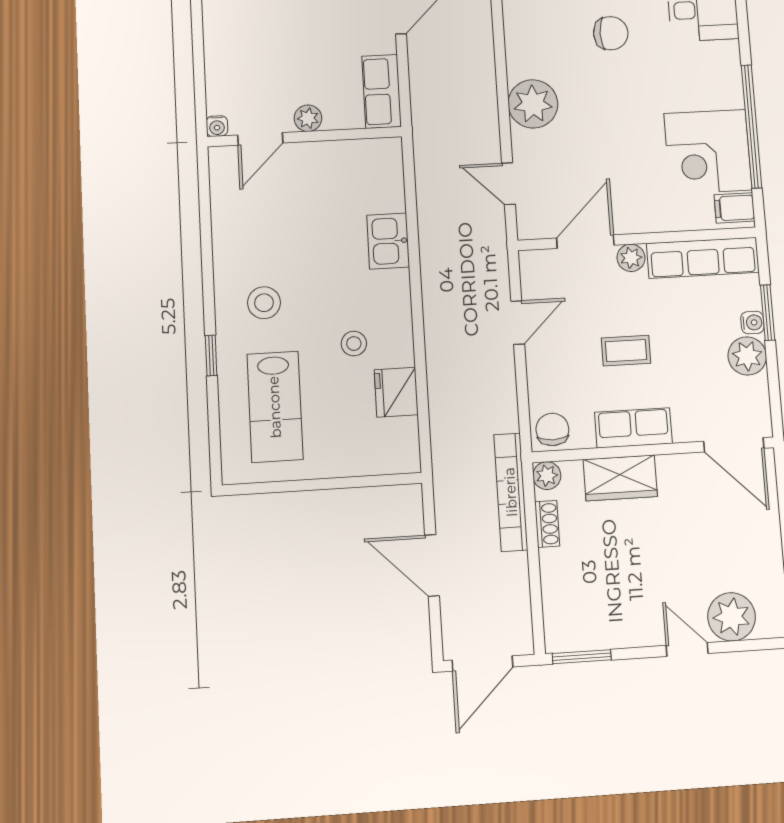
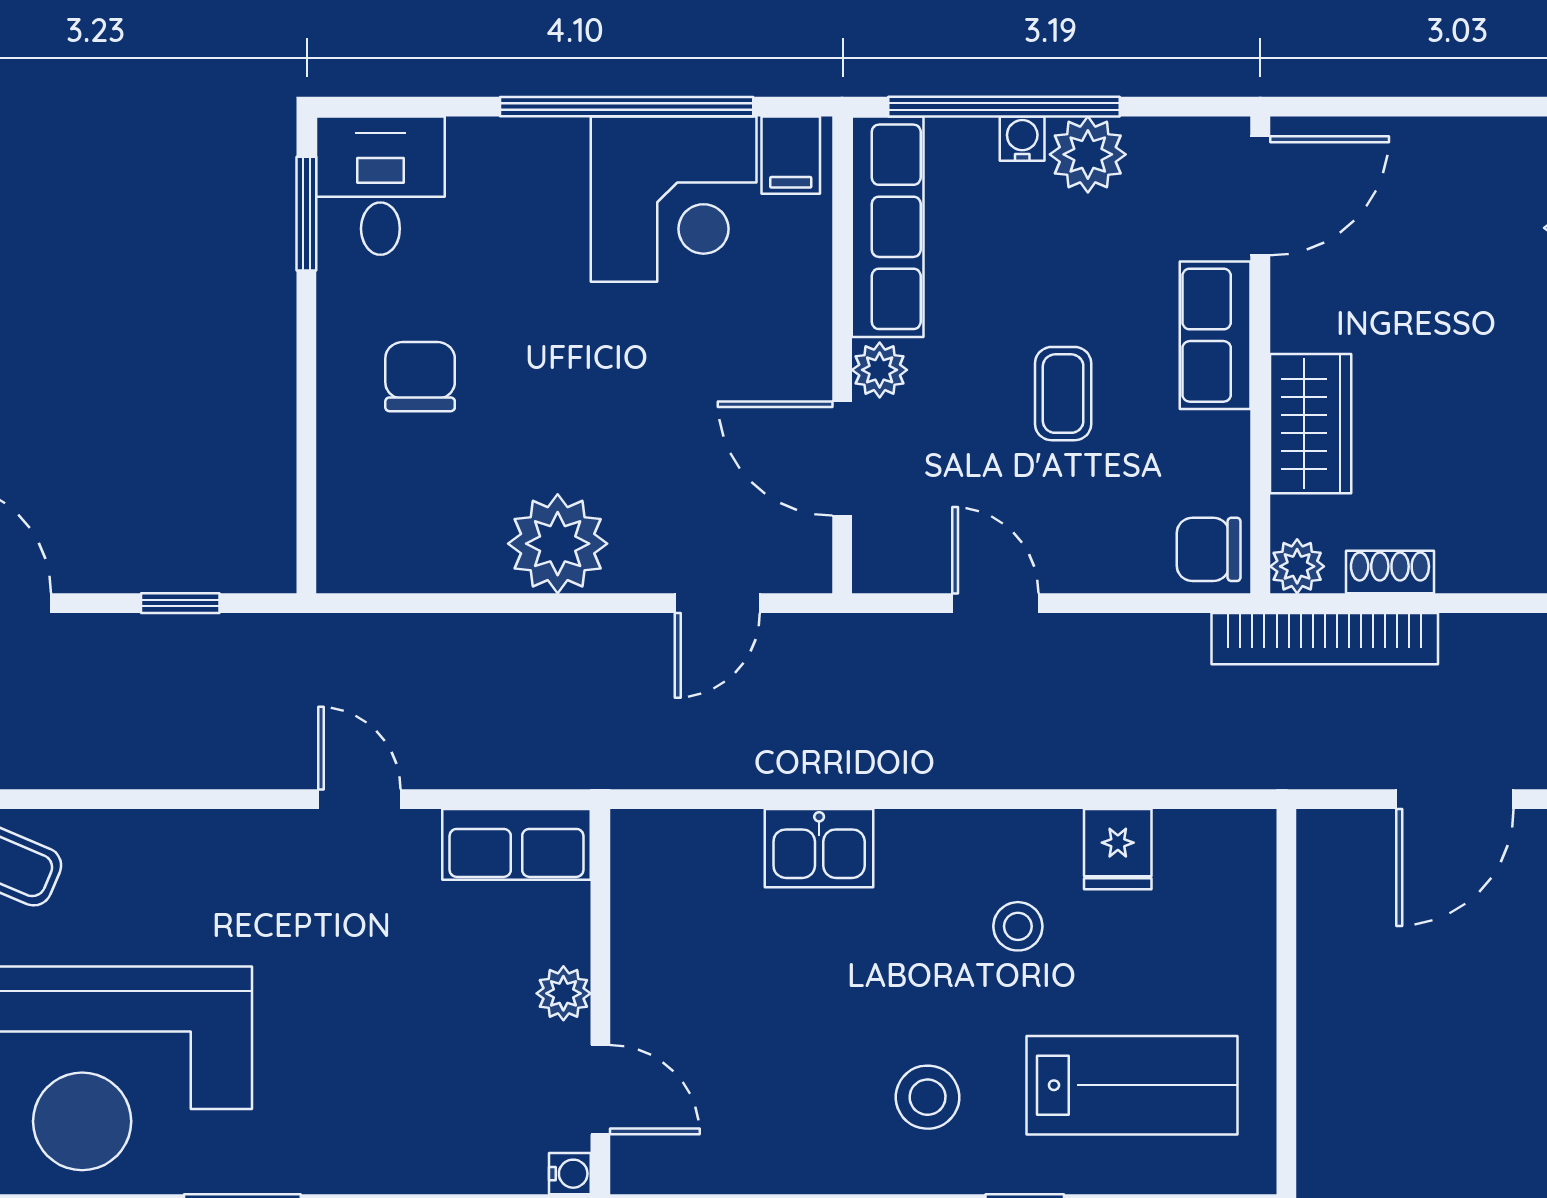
window: (768, 313) -> (1004, 107), width x2.11
fridge: (396, 392) -> (1118, 849), width x0.72
row of seats: (633, 428) -> (1215, 335), moved

